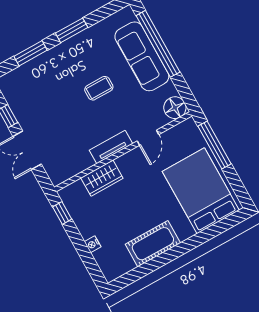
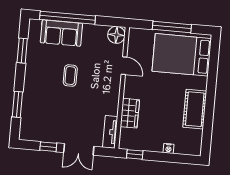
window: (72, 30) -> (22, 51), moved
sofa: (142, 56) -> (61, 33), width x0.73
window: (214, 145) -> (172, 27), moved
tv unit: (111, 147) -> (110, 132), moved

